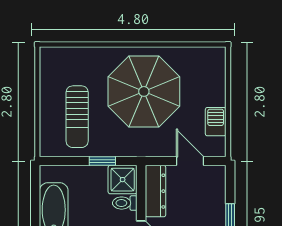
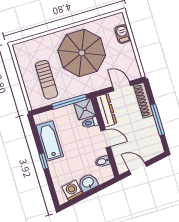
barbecue: (216, 122) -> (123, 34), moved
window: (102, 161) -> (69, 102), width x2.17
shoe rack: (217, 193) -> (143, 100), added

